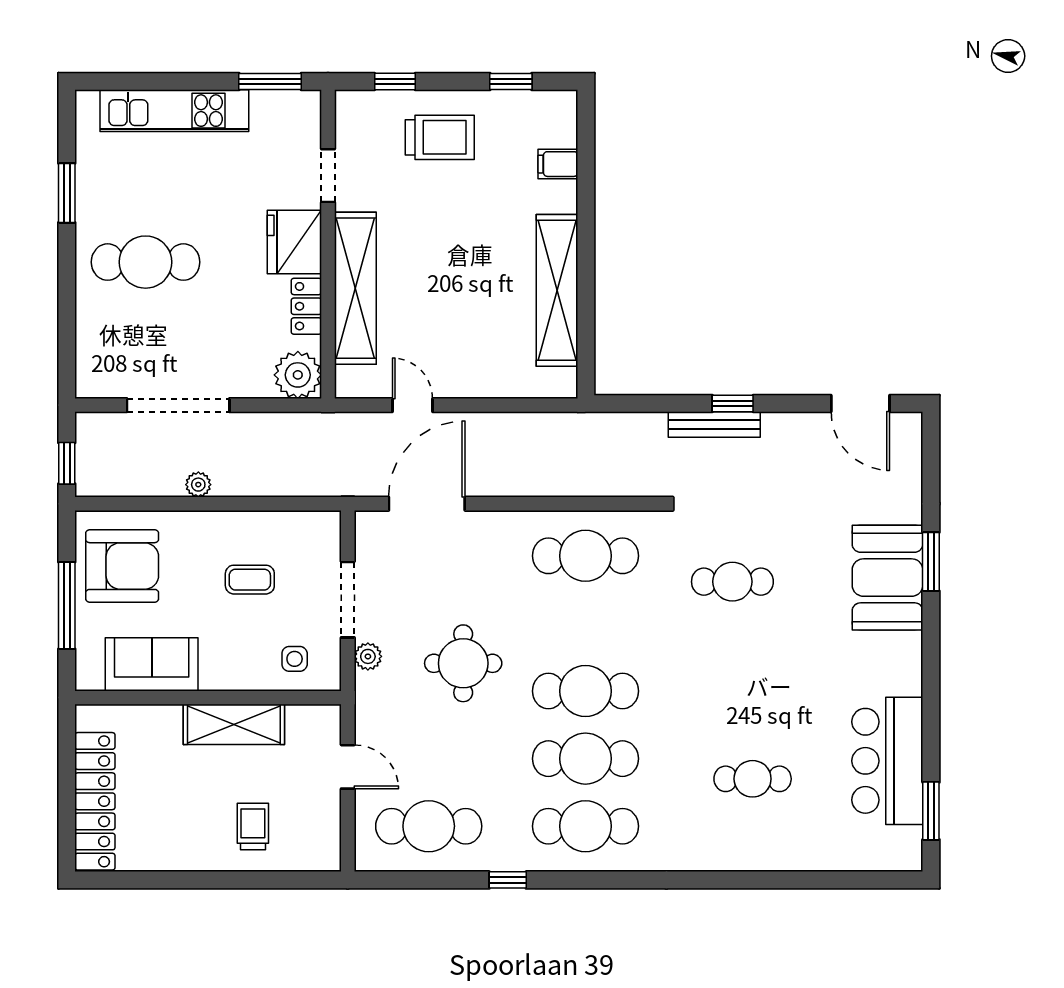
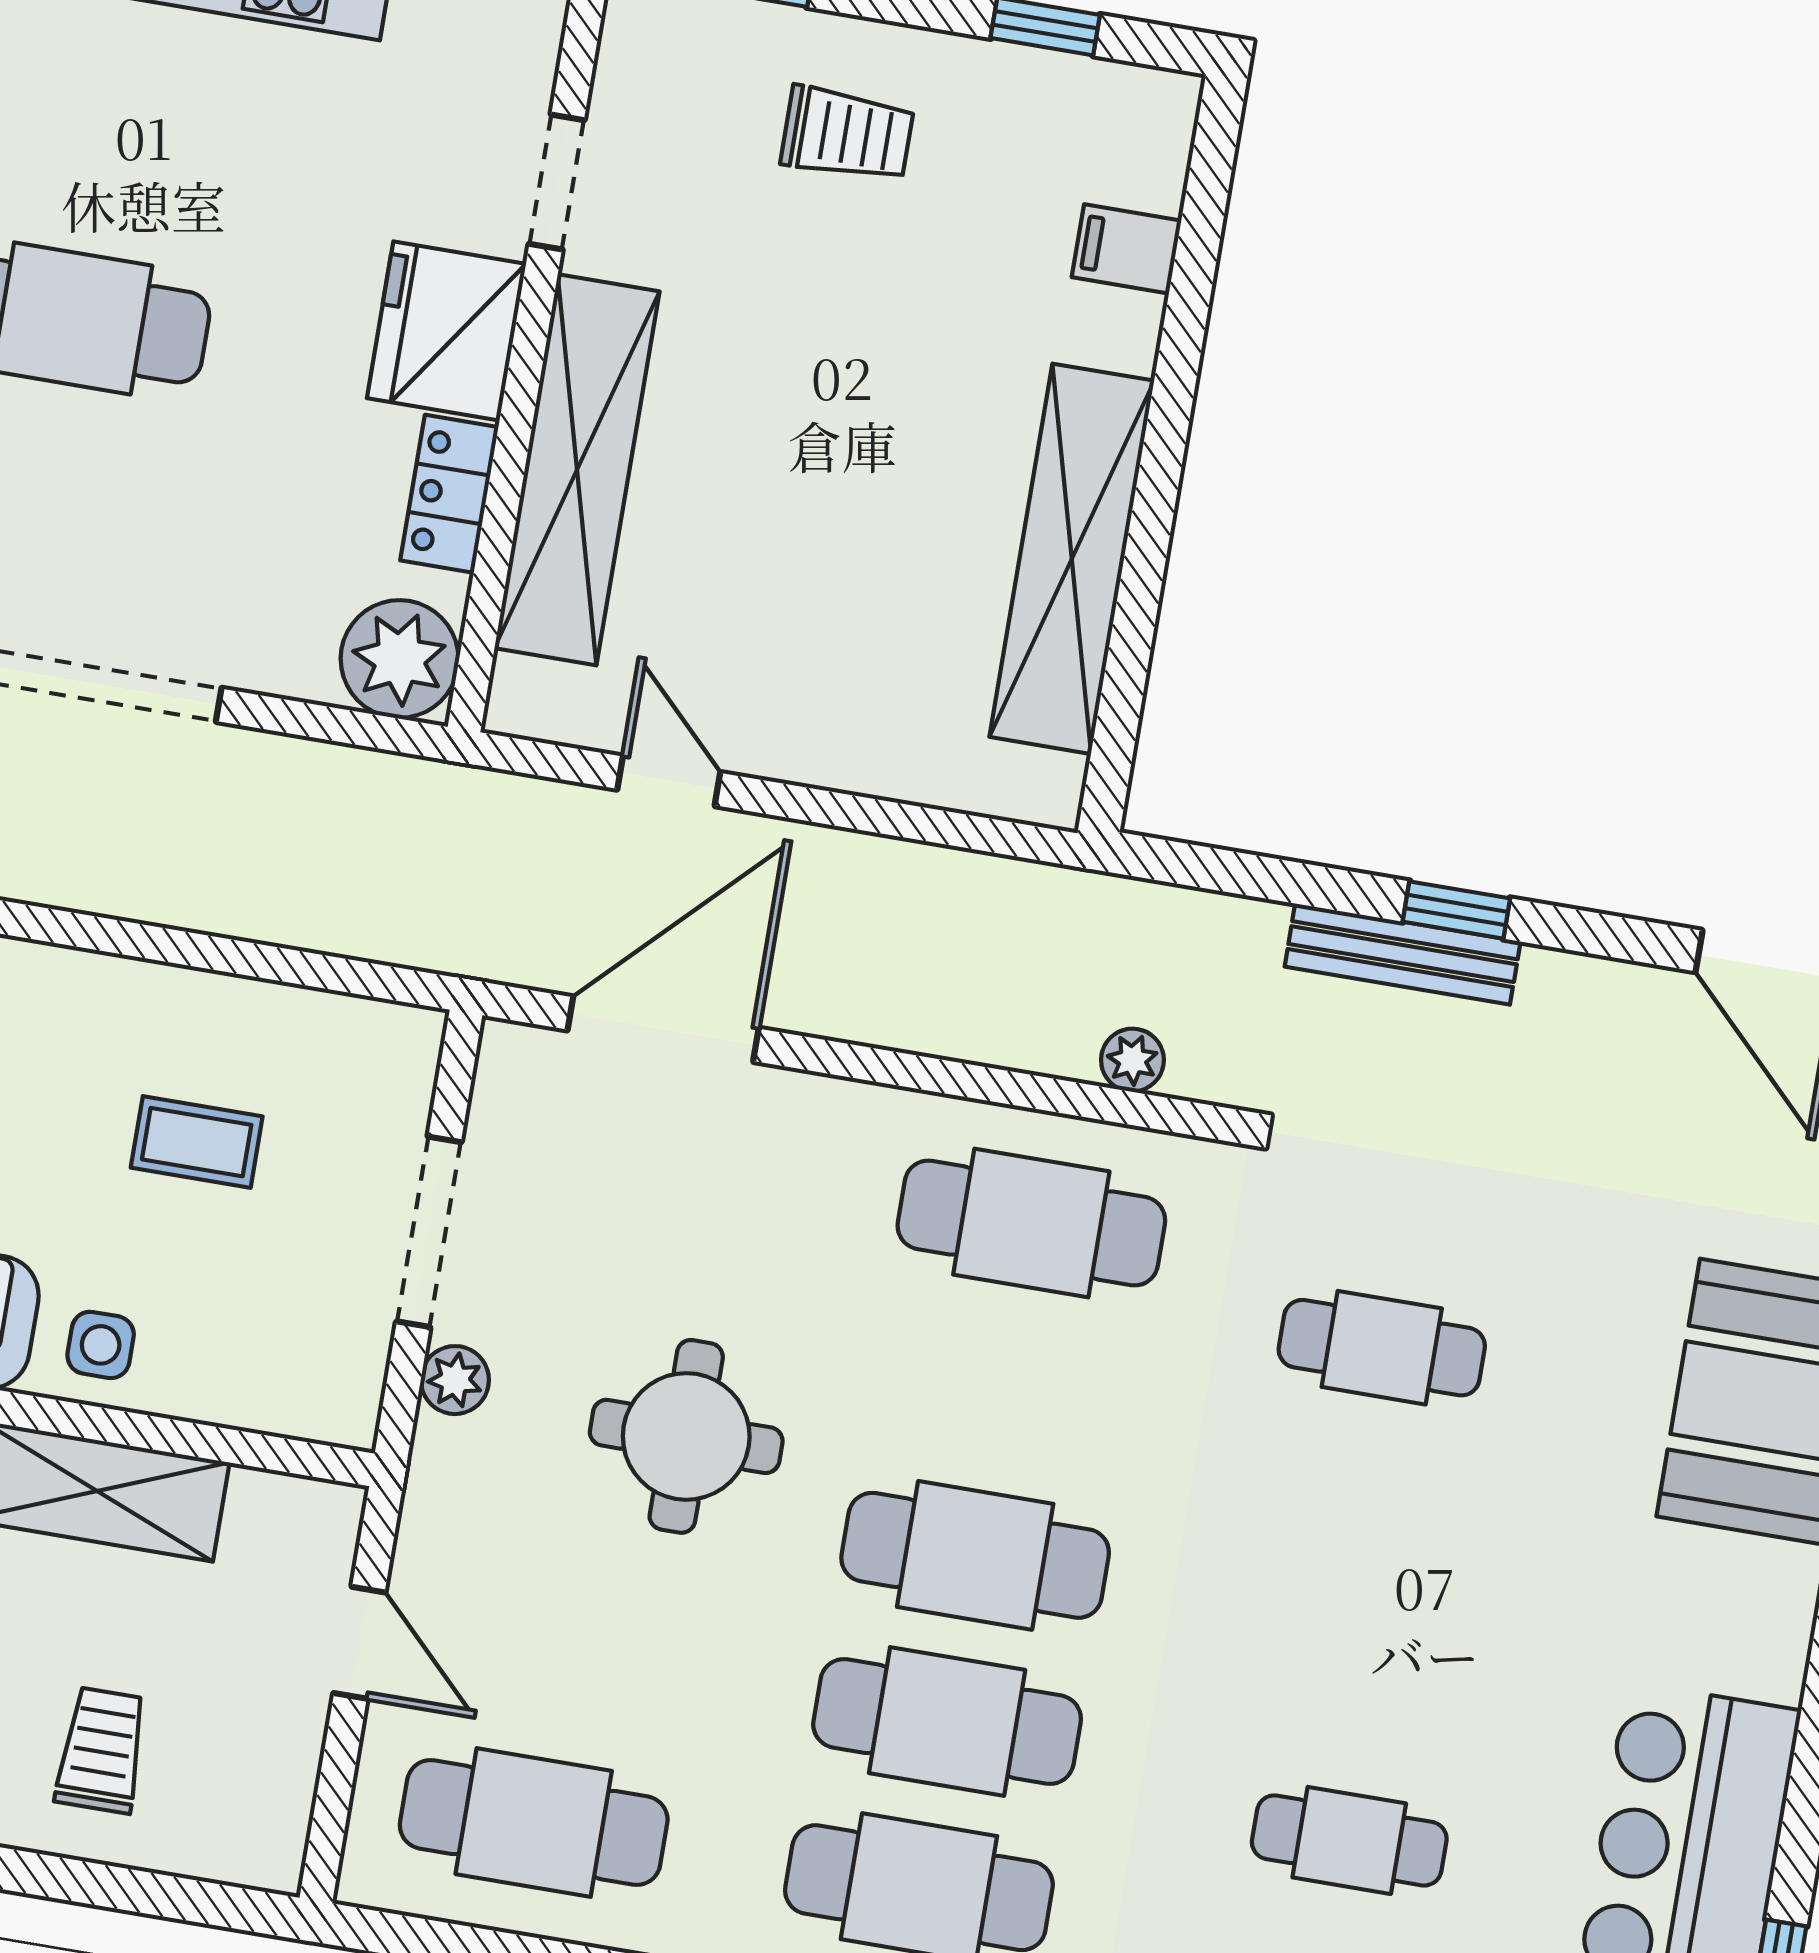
trolley: (440, 137) -> (847, 134), width x0.73, depth x0.72
plant: (198, 485) -> (1132, 1060), moved
side table: (295, 659) -> (101, 1345), moved

